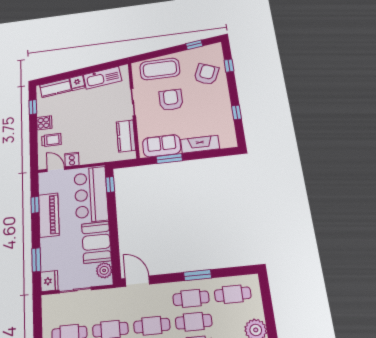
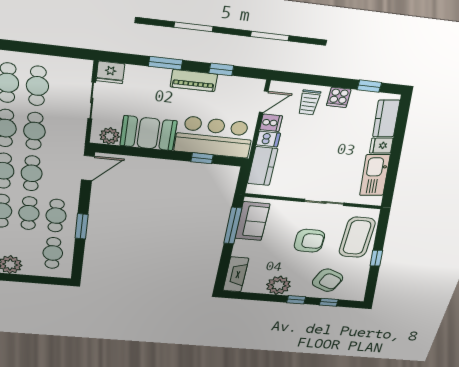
window: (194, 45) -> (376, 258), moved
plant: (221, 107) -> (278, 285), added
window: (236, 112) -> (296, 300), moved
kitchen counter: (126, 136) -> (263, 166), moved, turned 90
fireplace: (200, 144) -> (236, 274), moved
dishwasher: (86, 157) -> (268, 139), added
window: (169, 159) -> (233, 226), width x1.44
window: (110, 185) -> (202, 158), moved
piano: (49, 215) -> (194, 81), width x0.73, depth x0.75
window: (36, 260) -> (165, 63), moved

